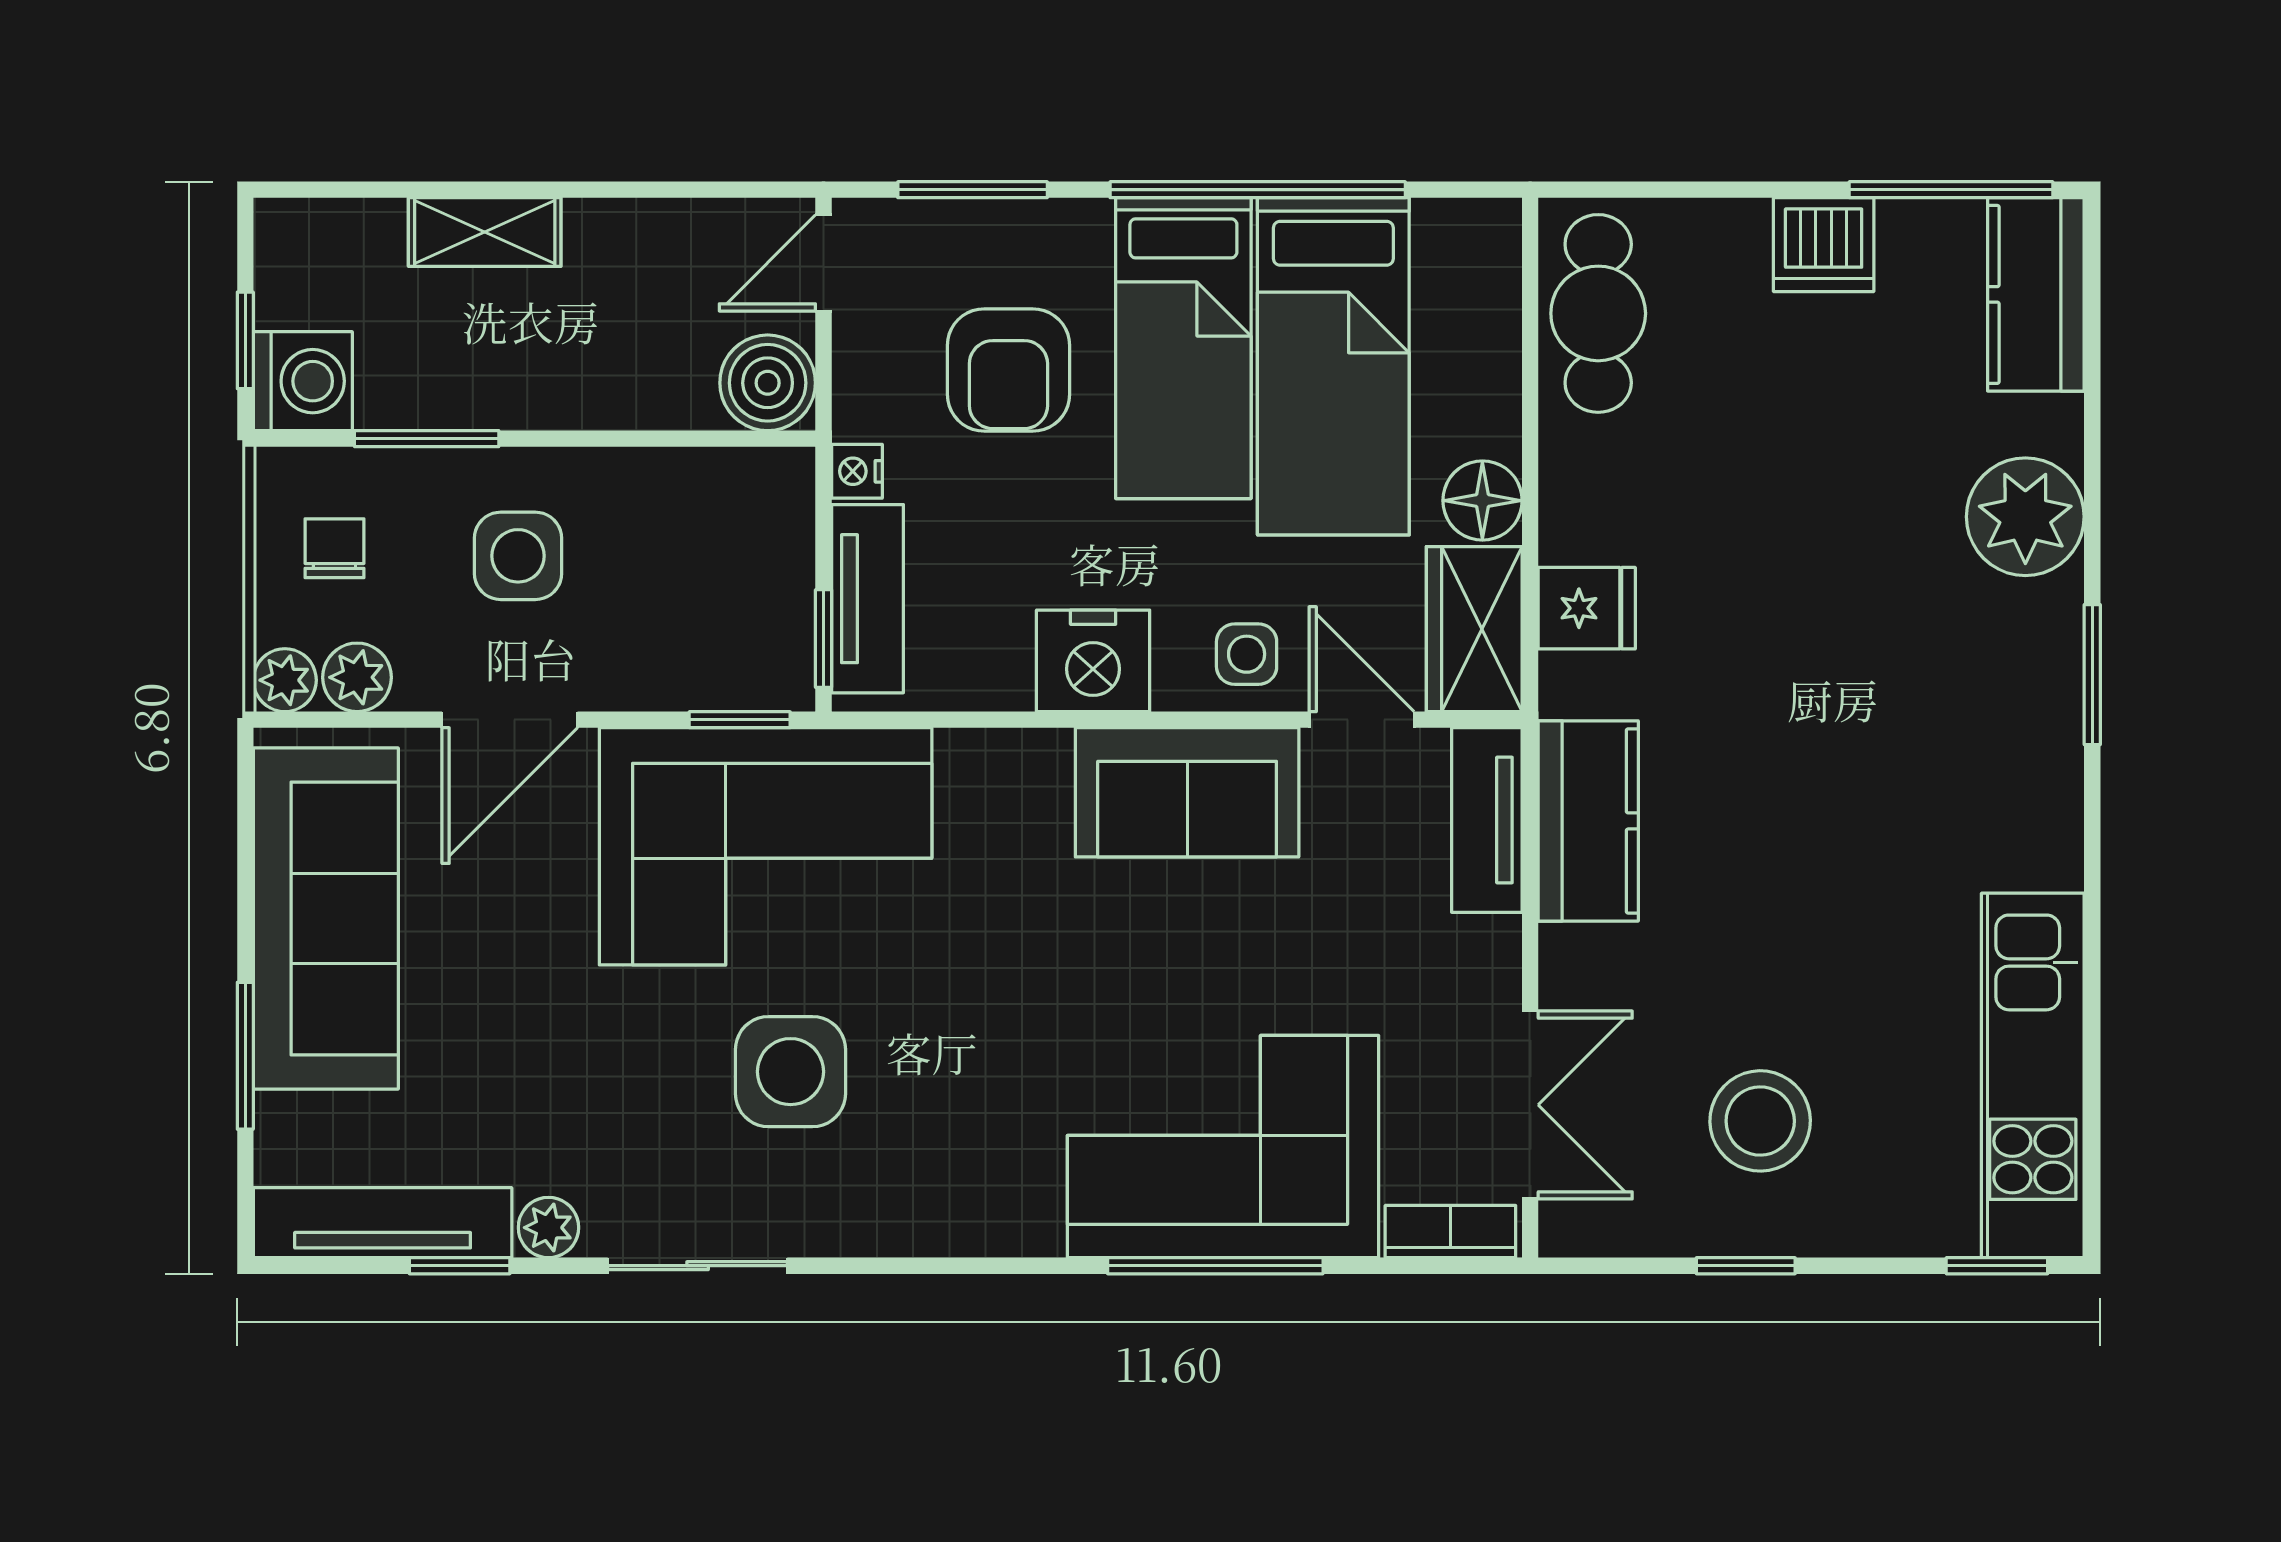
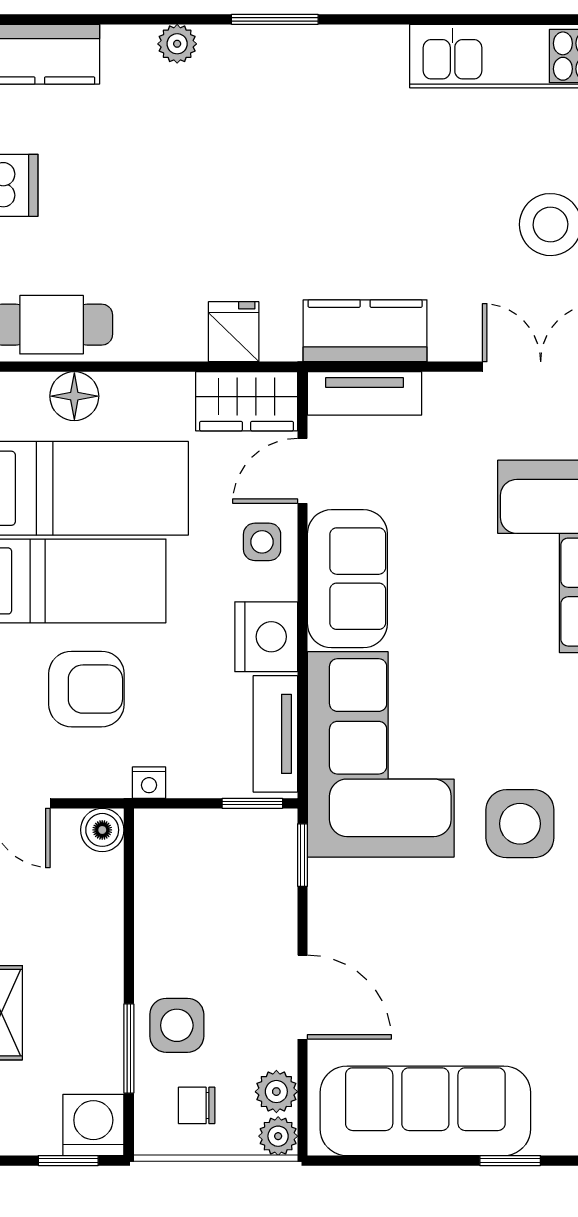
boiler: (768, 383) -> (102, 830), width x0.73, depth x0.73
floor lamp: (1482, 501) -> (74, 396), moved
plant: (2025, 517) -> (177, 44), width x0.53, depth x0.53
side table: (518, 556) -> (177, 1025), moved
tv unit: (867, 599) -> (275, 734), moved, turned -90
corner sofa: (766, 846) -> (381, 754), moved
window: (245, 1056) -> (510, 1161), width x0.67

